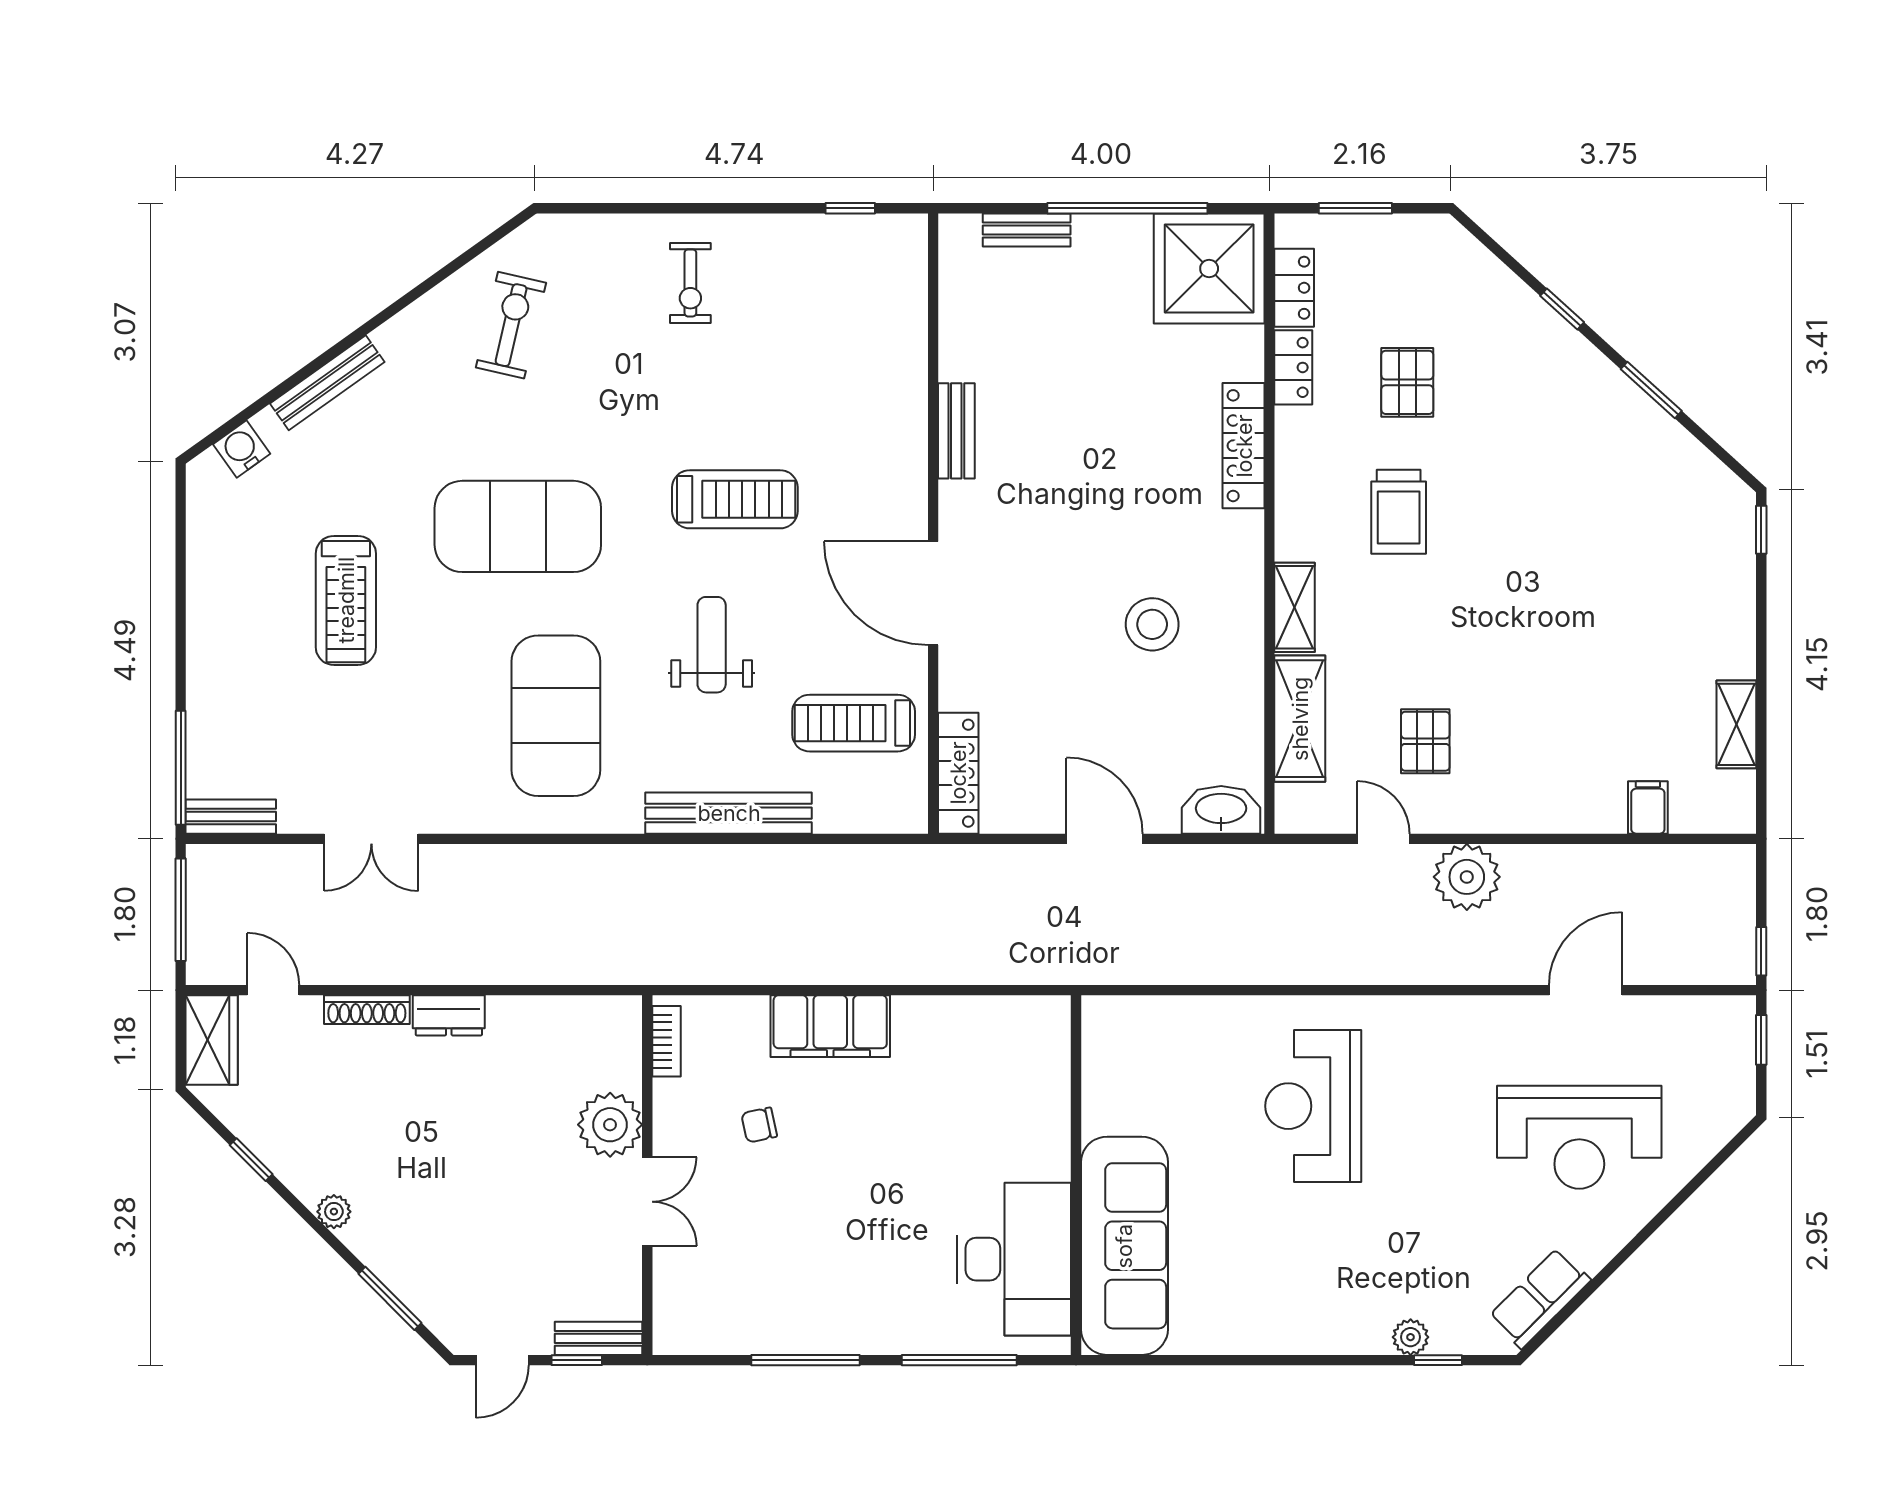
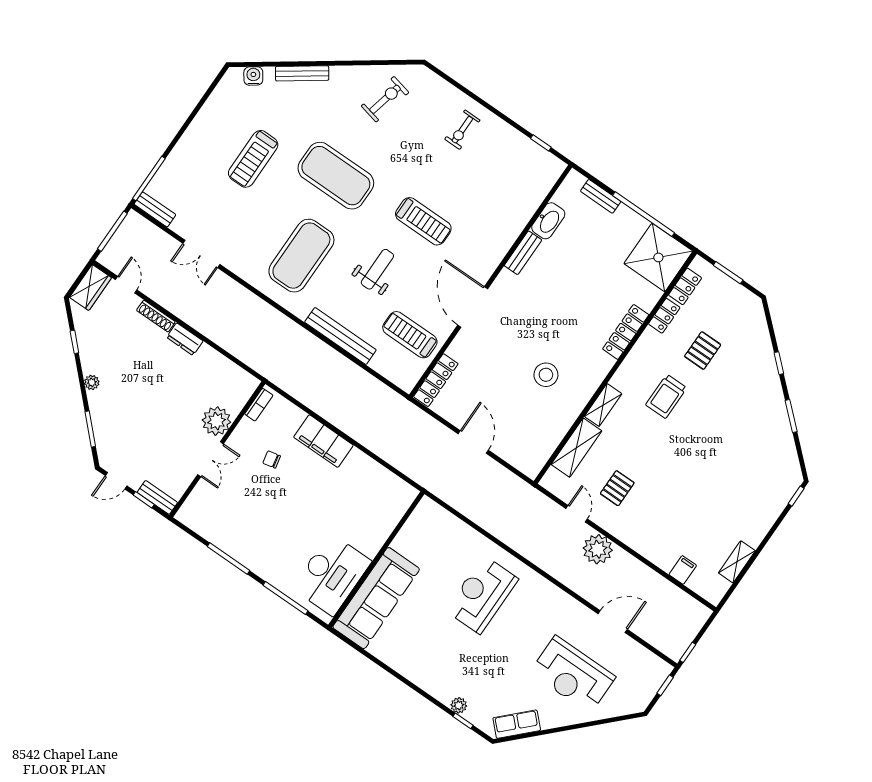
washbasin: (1221, 810) -> (548, 221), moved, turned 90

